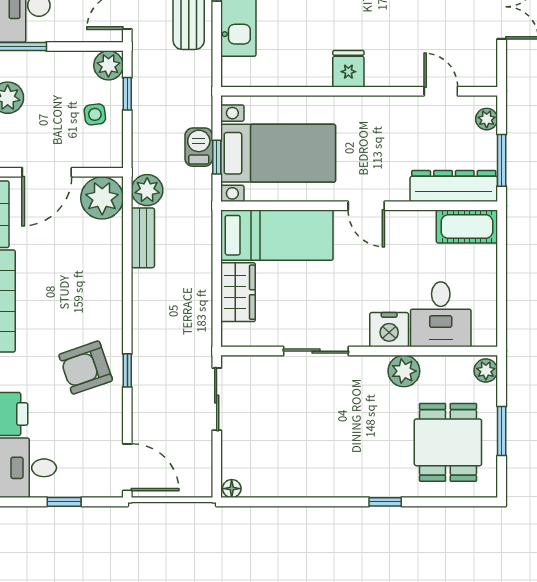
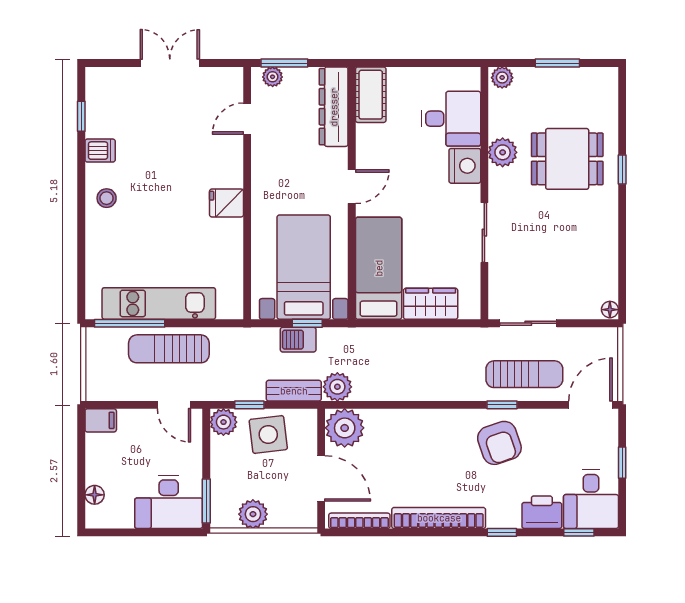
side table: (95, 114) -> (268, 434), width x1.87, depth x1.87
window: (502, 160) -> (284, 63), moved
bench: (143, 238) -> (294, 391), moved
sun lounger: (161, 395) -> (524, 374), added
dining table: (448, 442) -> (567, 159), moved

